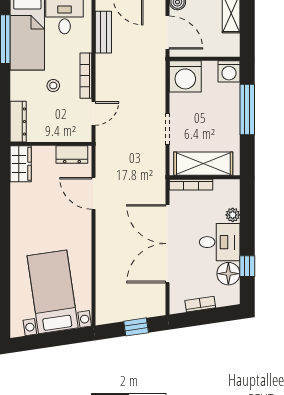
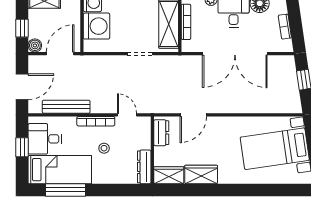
bench: (103, 32) -> (66, 107), width x1.36
washing machine: (185, 76) -> (96, 26), moved
dresser: (18, 122) -> (144, 167), moved, turned -90
bookcase: (191, 185) -> (186, 22), moved
wardrobe: (22, 203) -> (201, 174), added

